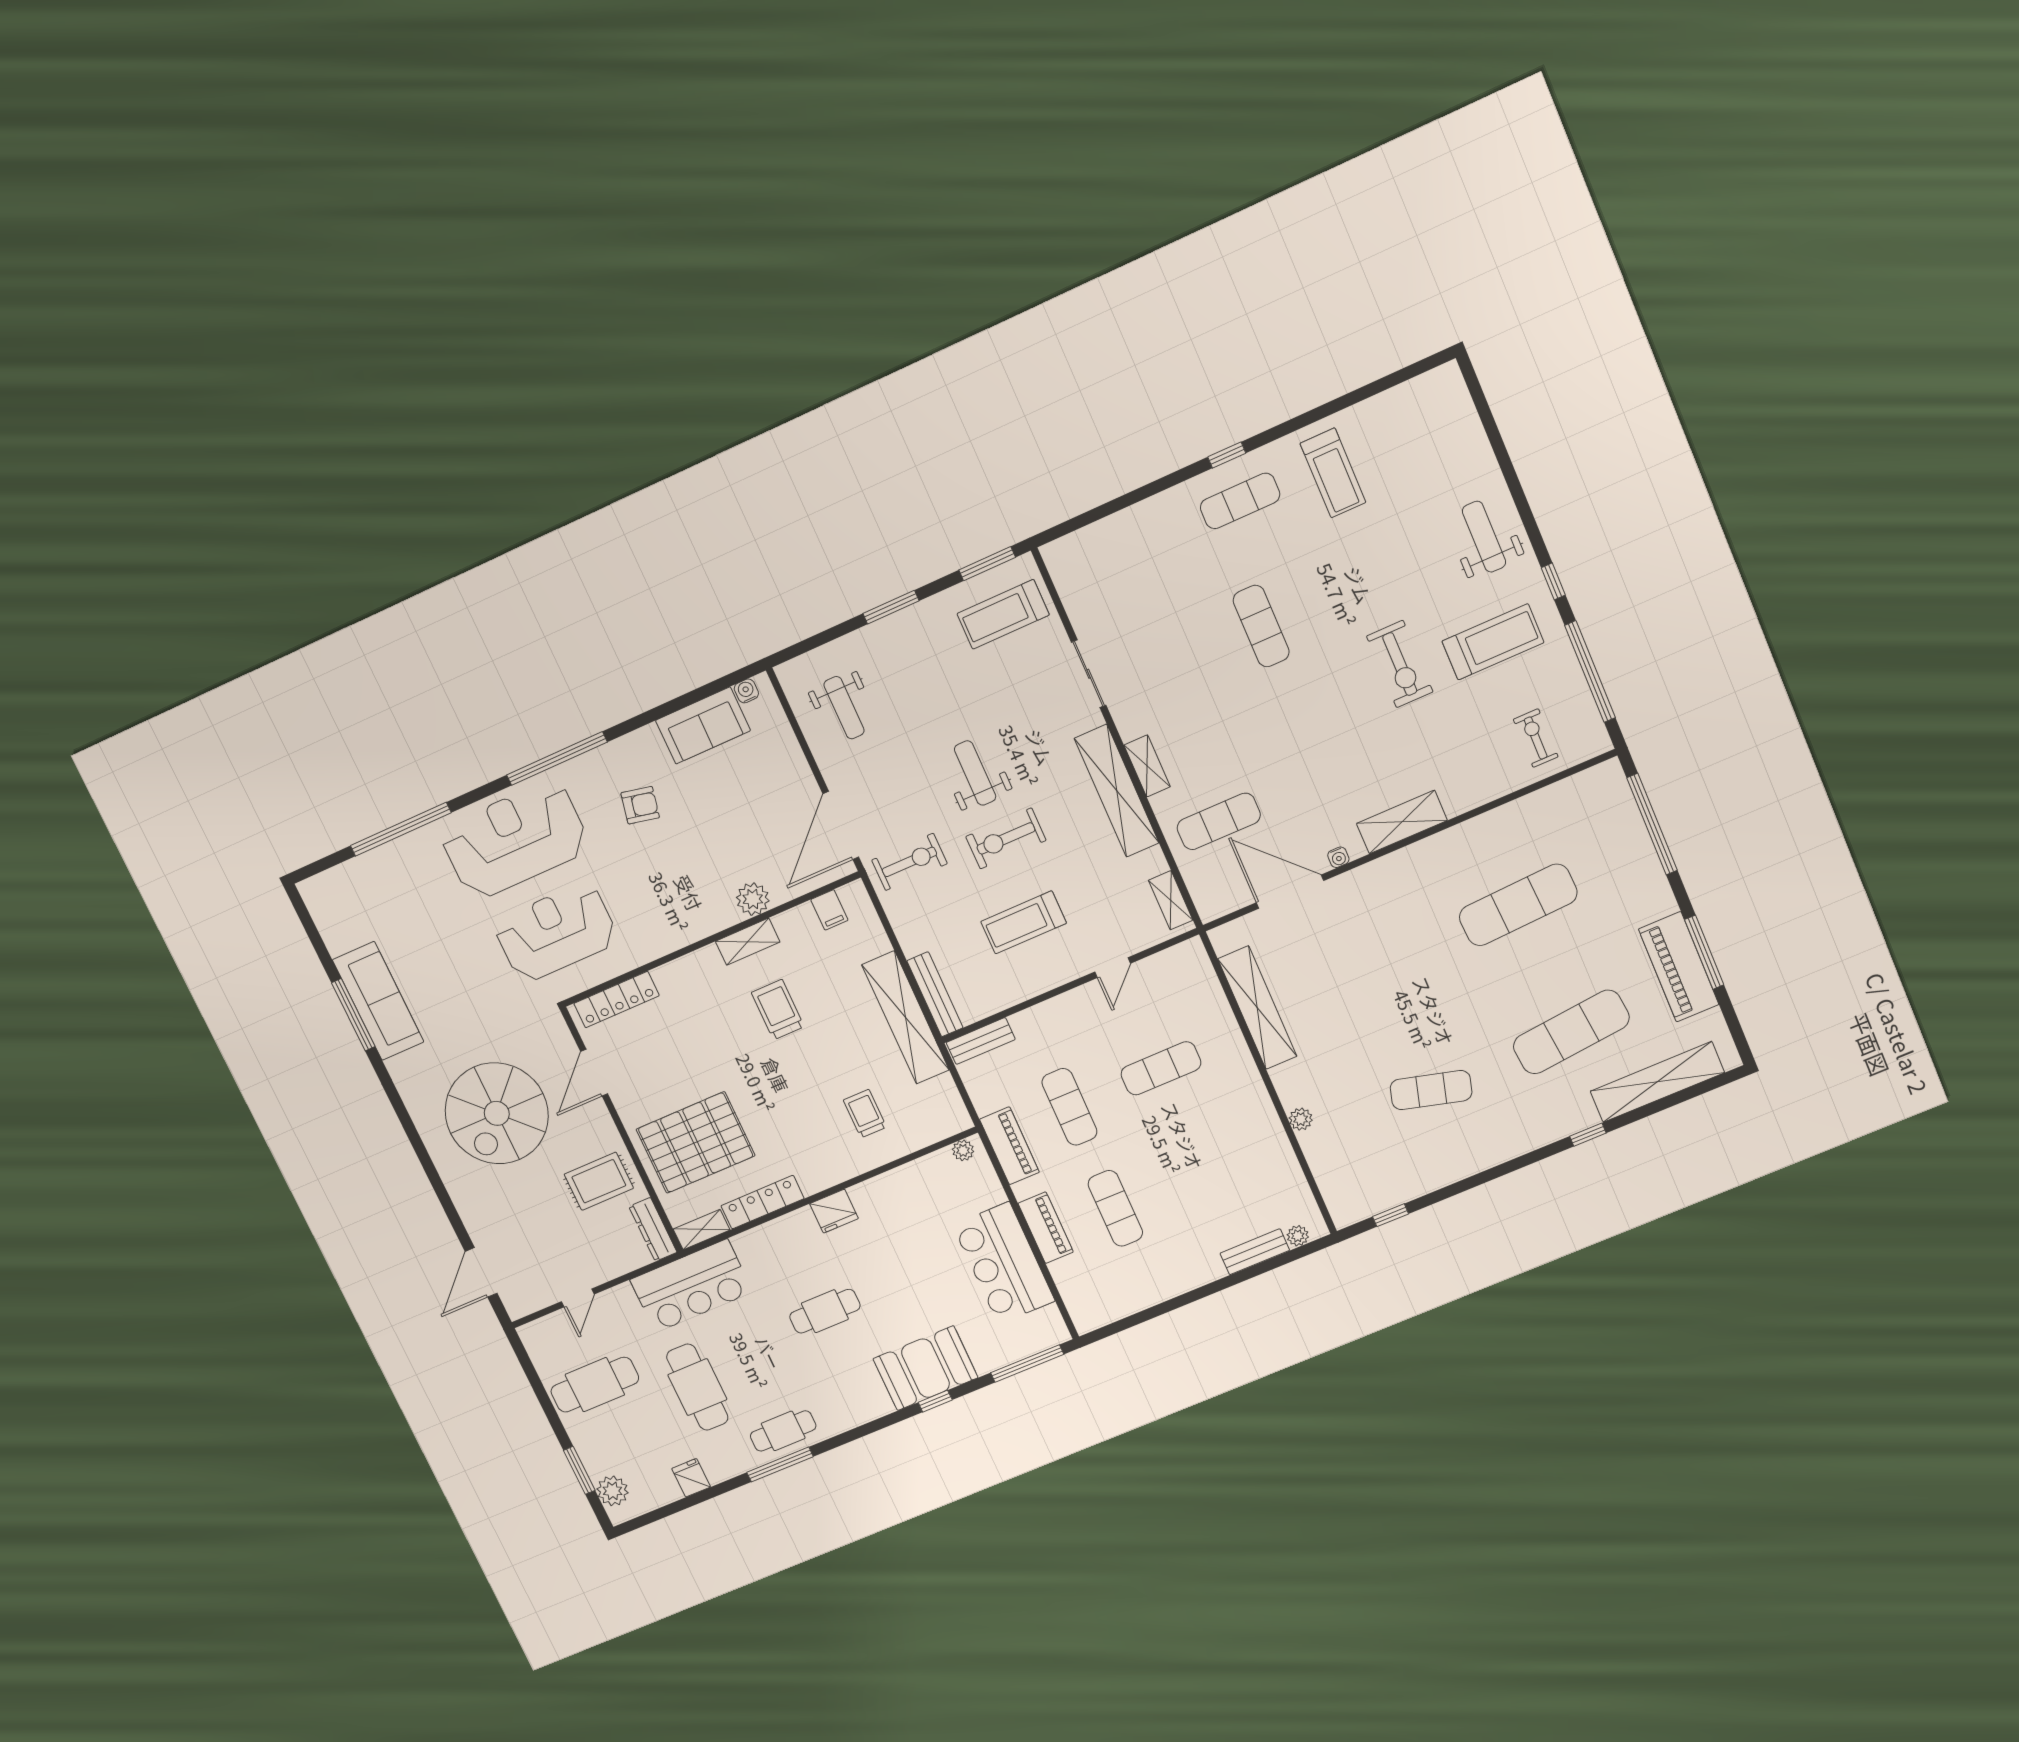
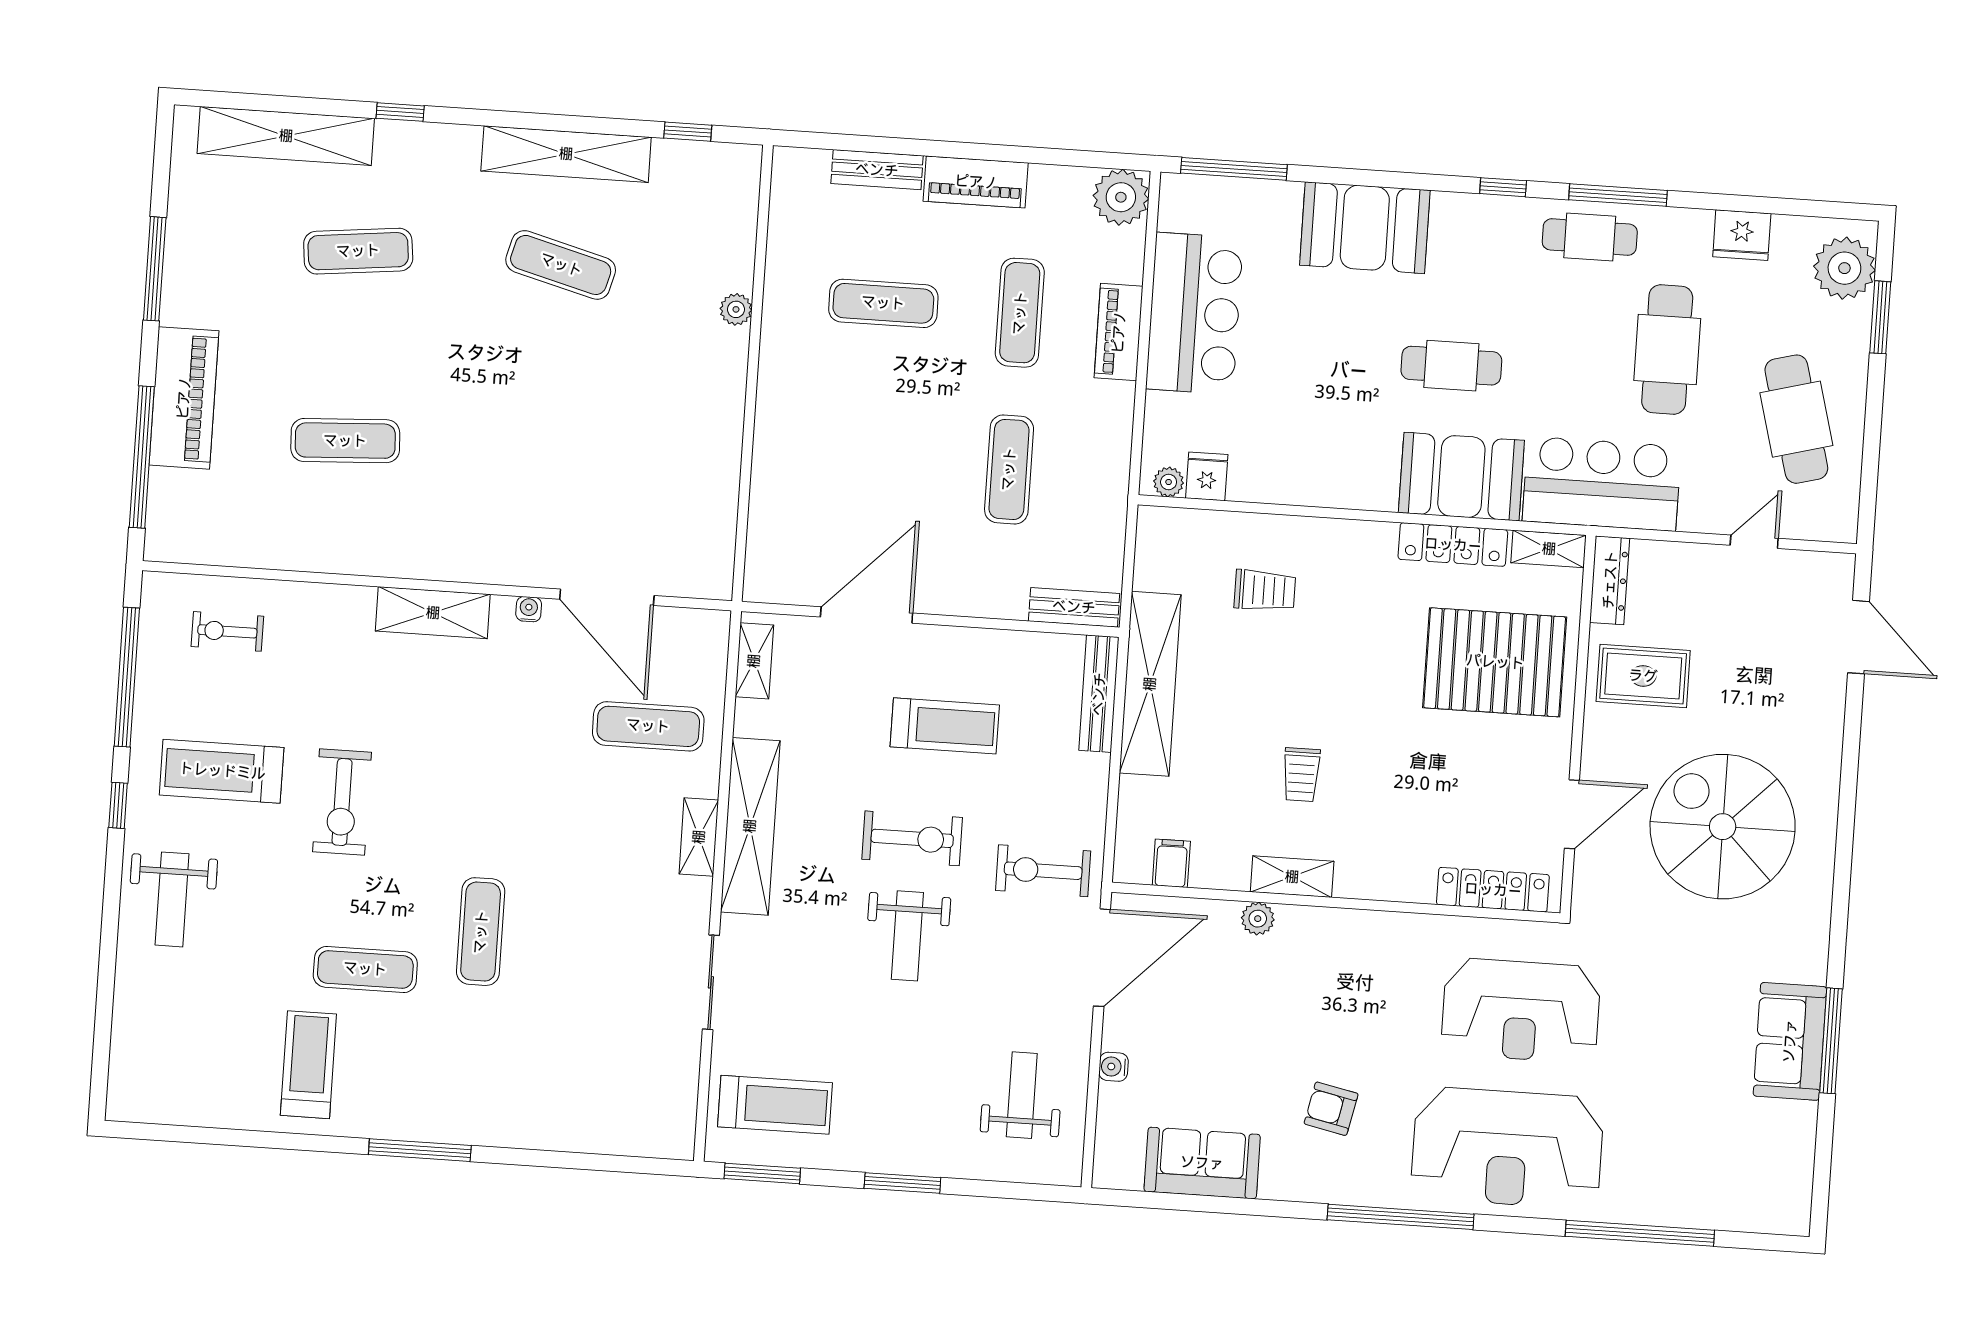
window: (1227, 455) -> (420, 1150), width x2.17
exercise mat: (1240, 501) -> (365, 969), moved
exercise bike: (1400, 664) -> (342, 802), turned 180
water cooler: (746, 691) -> (1114, 1067), moved, turned 90
exercise bike: (1536, 738) -> (227, 631), turned 90
plant: (753, 899) -> (1258, 919), width x0.73, depth x0.73
exercise mat: (1518, 905) -> (345, 441), width x0.73, depth x0.69
piano: (1679, 967) -> (184, 398), moved
door: (1113, 968) -> (867, 615), width x1.87
sofa: (378, 1001) -> (1790, 1041), width x0.73
shelving: (1257, 1008) -> (566, 154), moved, turned 90
trolley: (778, 1010) -> (1301, 775), width x0.73, depth x0.72
exercise mat: (1571, 1032) -> (358, 251), width x0.73, depth x0.69
exercise mat: (1161, 1068) -> (883, 303), moved
spiral stairs: (497, 1113) -> (1723, 827), turned -90
trolley: (865, 1114) -> (1265, 590), turned -90
piano: (1009, 1146) -> (976, 182), moved, turned -90
fridge: (834, 1211) -> (1207, 476), moved, width x0.72
plant: (1298, 1236) -> (1121, 197), moved, width x1.88, depth x1.88
booth: (781, 1247) -> (1461, 477), added
door: (481, 1272) -> (1858, 637), hinge flipped
cafe table: (595, 1385) -> (1796, 419), turned 75
window: (935, 1401) -> (1503, 187), moved
fridge: (691, 1478) -> (1742, 235), width x1.38
plant: (613, 1491) -> (1844, 268), width x1.36, depth x1.36

